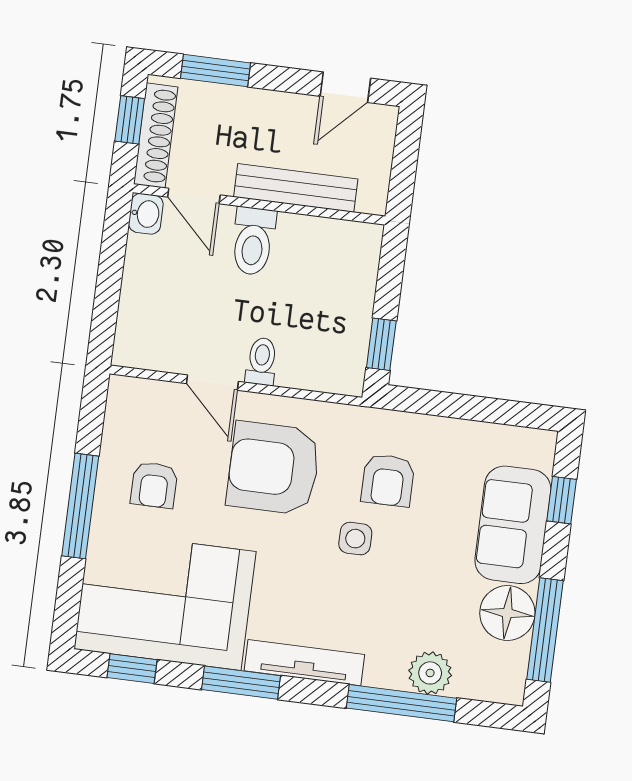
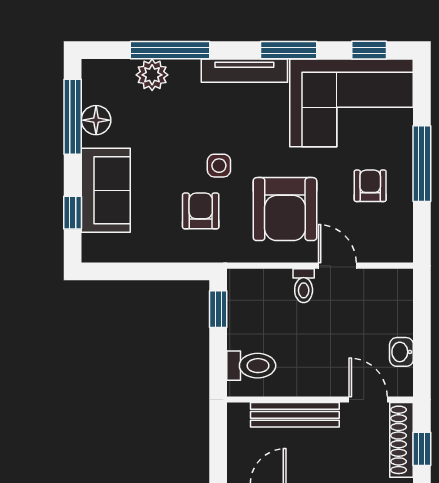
washbasin: (146, 214) -> (401, 352), moved
toilet: (253, 241) -> (251, 366), moved, turned 90
armchair: (273, 468) -> (285, 209), turned 90
floor lamp: (507, 613) -> (96, 120), width x0.73, depth x0.73

